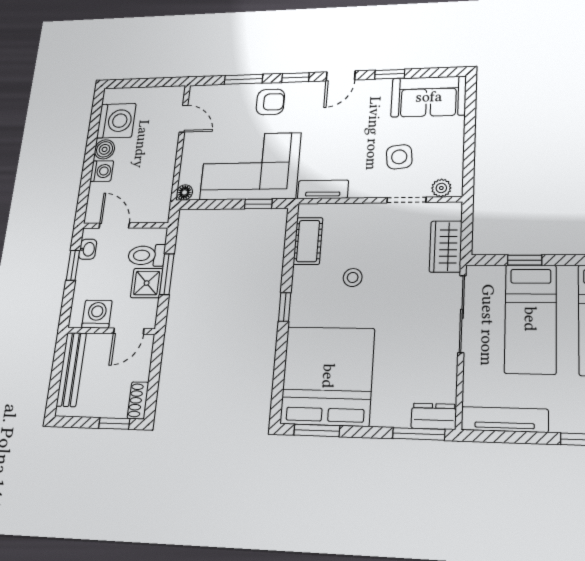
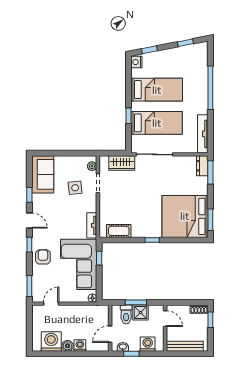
window: (244, 79) -> (29, 286), moved
window: (525, 260) -> (128, 116), moved
stool: (353, 277) -> (137, 207), removed
washing machine: (97, 314) -> (148, 344), moved, turned 90

